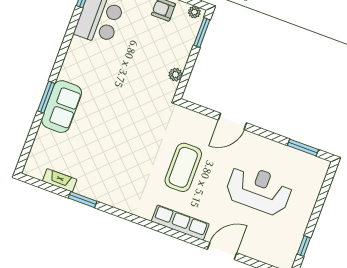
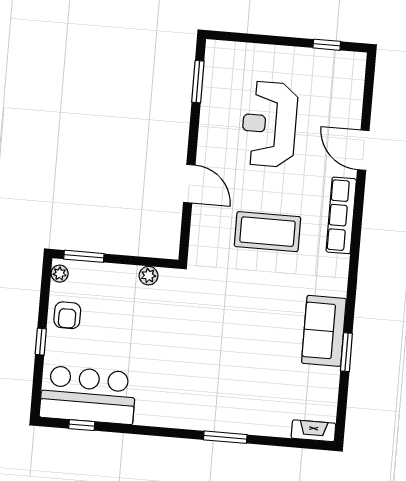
sofa: (62, 107) -> (324, 331), moved, turned -90
fireplace: (60, 180) -> (313, 431), moved, turned 90

